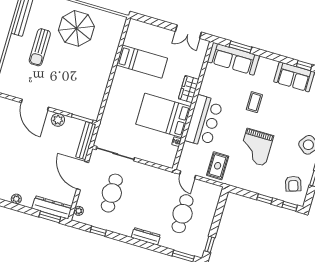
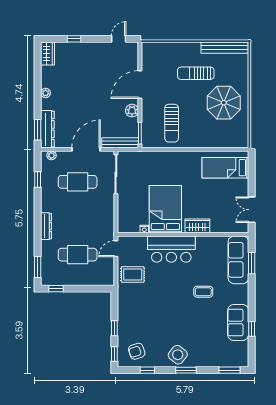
bed: (142, 62) -> (225, 168), moved, turned 90
sun lounger: (81, 85) -> (172, 123), added
grand piano: (256, 147) -> (161, 306), removed

